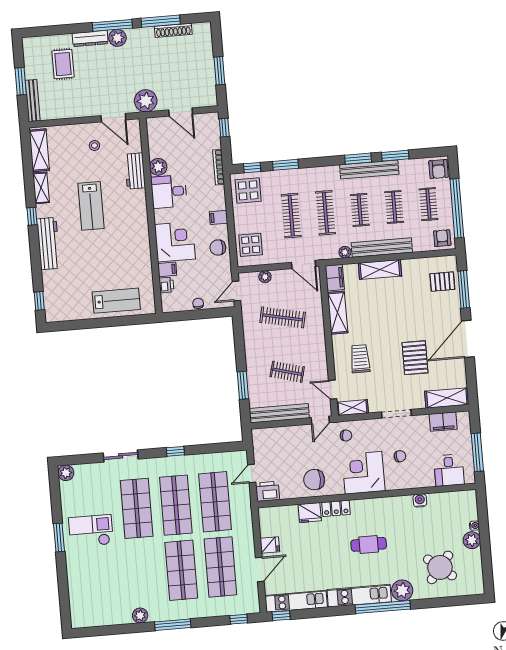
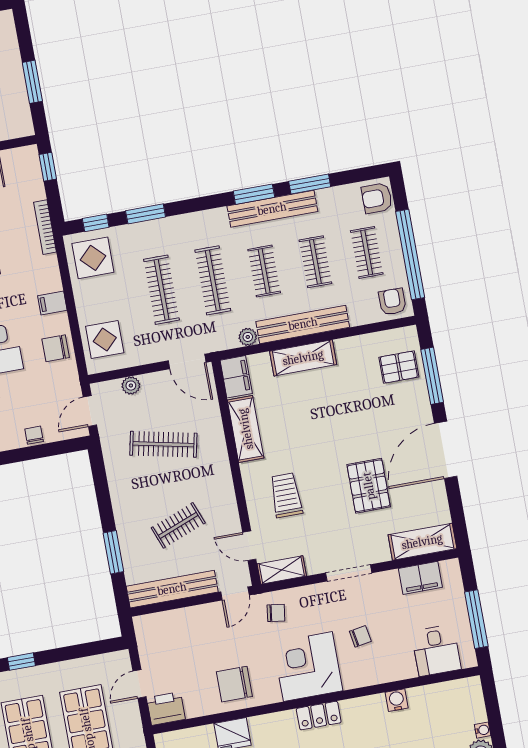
armchair: (439, 169) -> (377, 198), turned 90
clothes rail: (287, 372) -> (178, 525), turned -36
locker: (336, 508) -> (319, 716), moved

